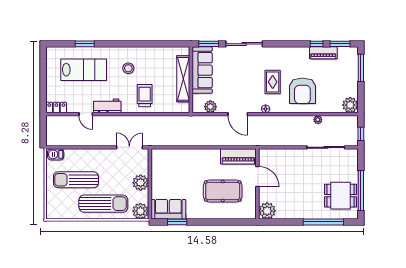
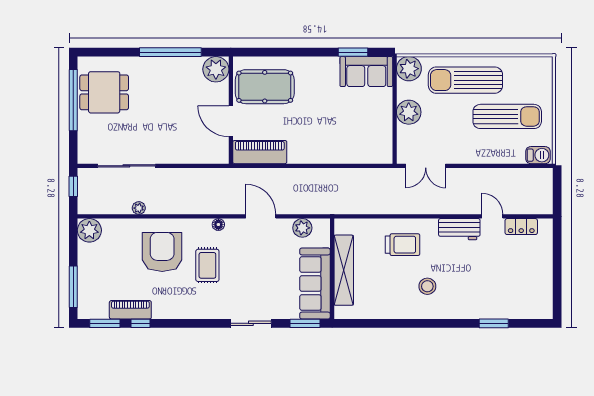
sliding door: (244, 44) -> (251, 323), width x0.73
lab bench: (84, 70) -> (495, 284), removed
trolley: (145, 96) -> (402, 245), turned -90
locker: (56, 107) -> (521, 227), moved
pool table: (223, 191) -> (265, 87), moved
window: (323, 222) -> (170, 52), moved

